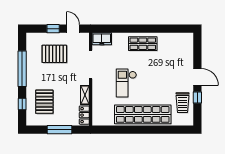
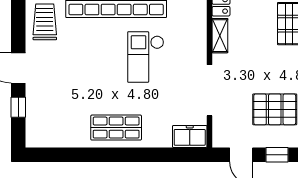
checkout: (126, 83) -> (146, 57), turned 180
window: (197, 97) -> (18, 107), moved

